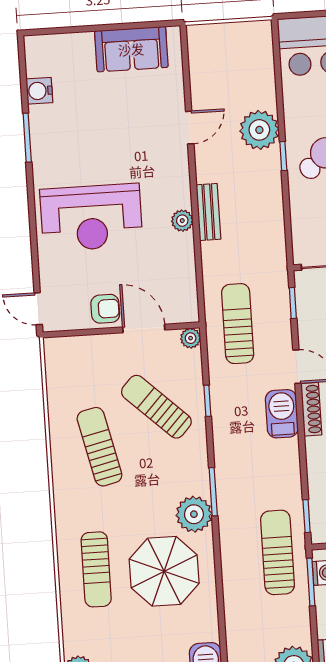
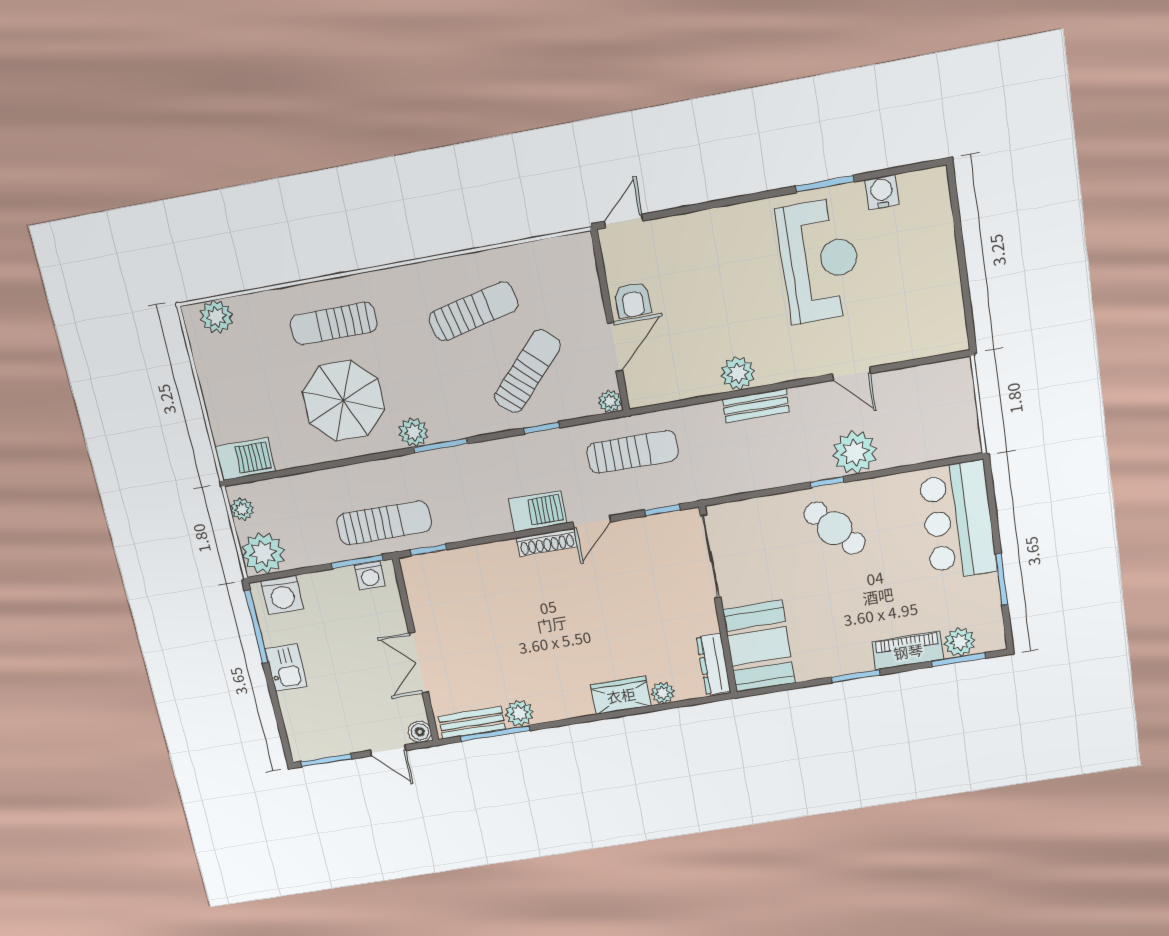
sofa: (131, 49) -> (938, 296), removed
reception desk: (91, 217) -> (820, 261), moved, turned 180
plant: (182, 221) -> (738, 373), width x1.38, depth x1.38
plant: (194, 514) -> (413, 432), width x0.73, depth x0.73

